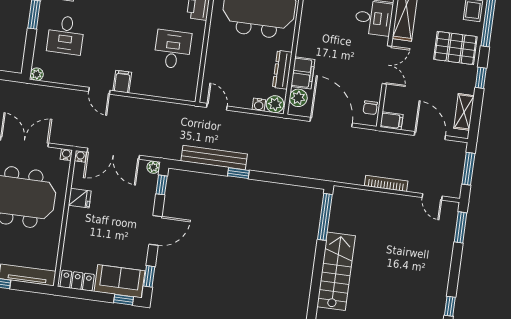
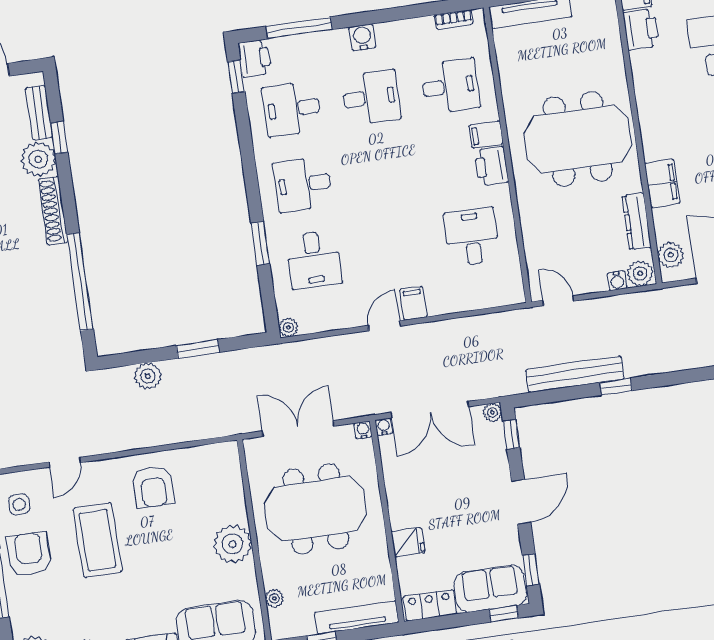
filing cabinet: (303, 73) -> (662, 183), moved
door: (99, 91) -> (384, 326), swing flipped
fridge: (80, 198) -> (408, 542), moved

